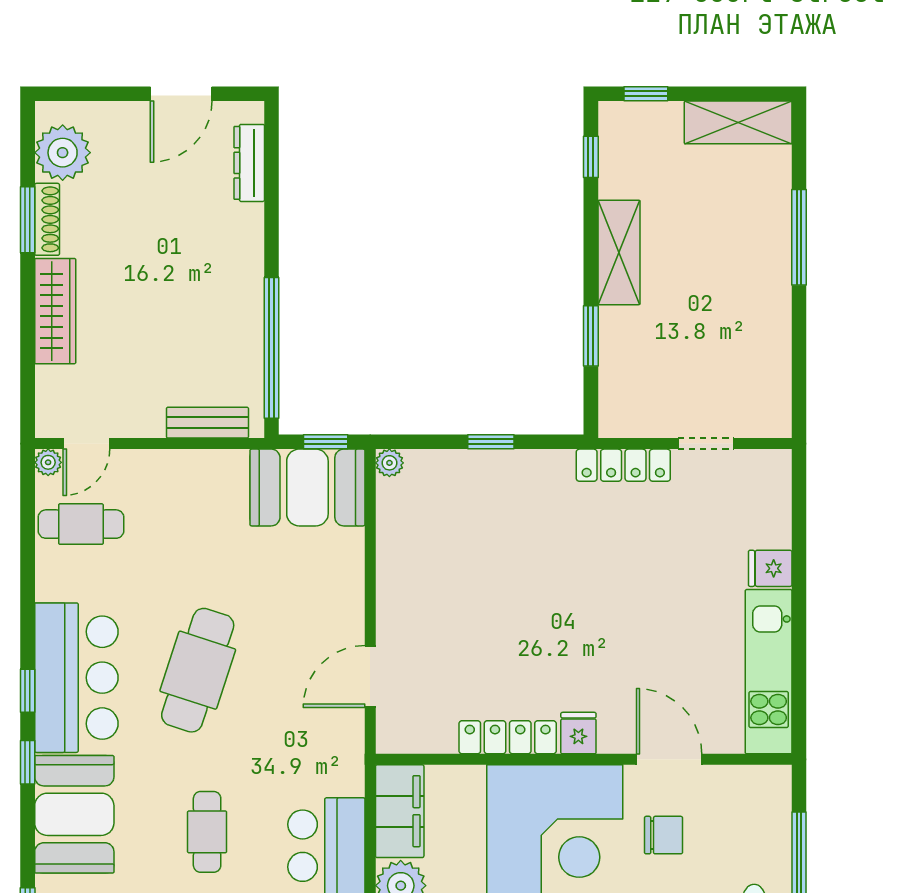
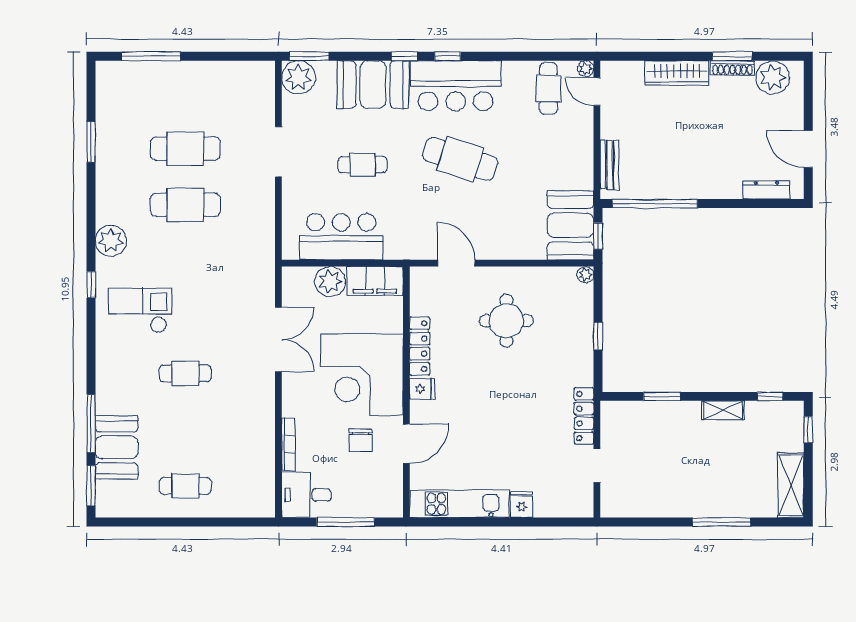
shelving: (619, 252) -> (723, 410), width x0.67, depth x0.75
round table: (466, 594) -> (506, 321), added

